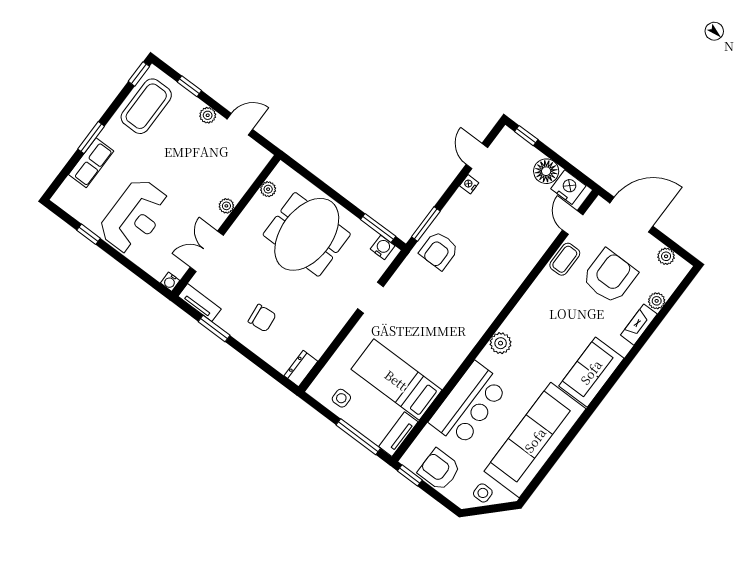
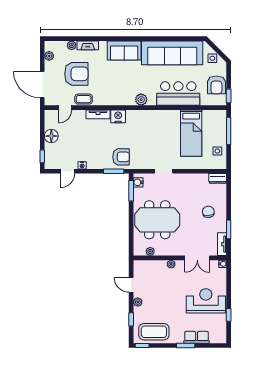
nightstand: (568, 187) -> (118, 116), moved, turned 90
armchair: (610, 276) -> (76, 74), turned 180
tv unit: (398, 434) -> (98, 114), moved

